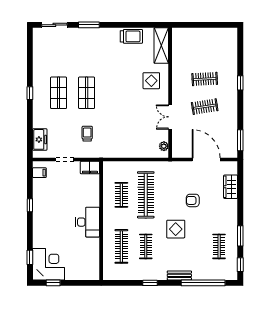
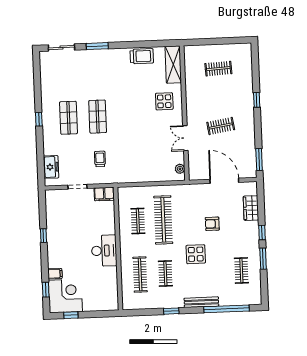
clothes rail: (205, 79) -> (218, 69), moved
filing cabinet: (39, 173) -> (55, 274), moved
window: (240, 265) -> (262, 233), moved
bench: (179, 275) -> (201, 302), width x1.36

